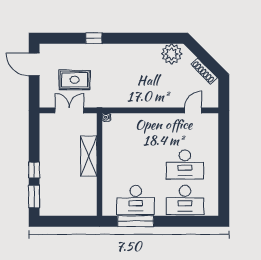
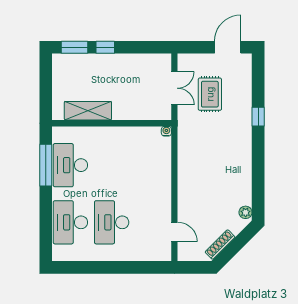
plant: (172, 54) -> (246, 212), width x0.53, depth x0.53
shelving: (89, 156) -> (88, 111), moved

